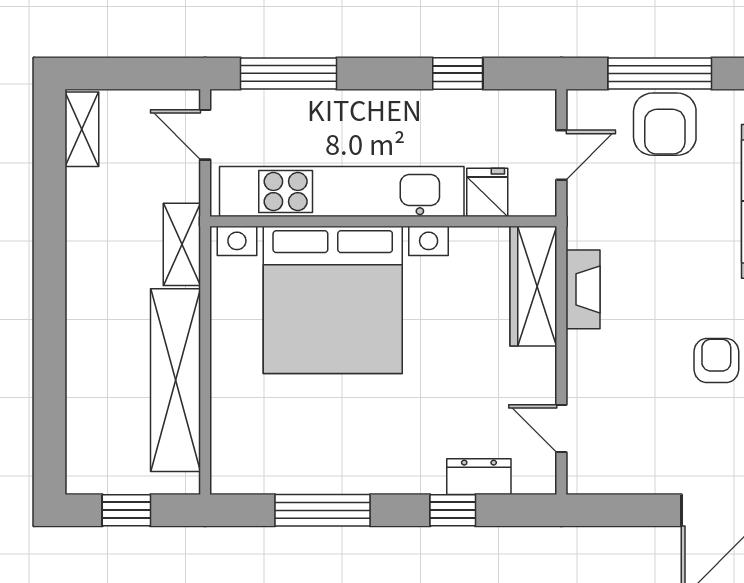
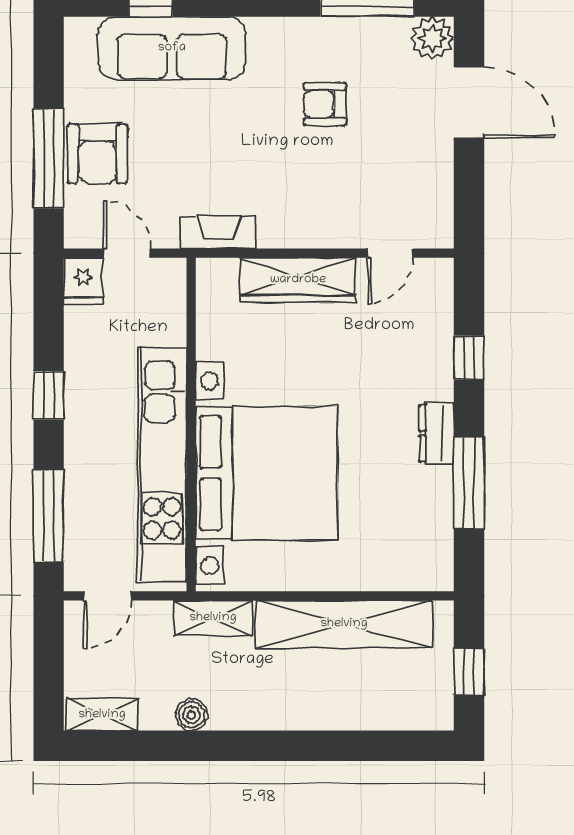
window: (458, 73) -> (49, 395), moved
armchair: (665, 124) -> (97, 154), turned 90
fridge: (487, 192) -> (83, 281), moved, turned -90
boiler: (82, 222) -> (191, 715), added
wardrobe: (533, 286) -> (298, 280), moved
fireplace: (583, 289) -> (218, 232), moved
dresser: (479, 477) -> (437, 433), moved

